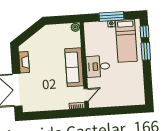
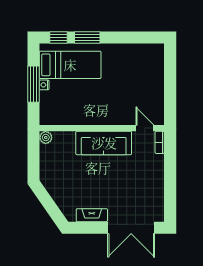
desk: (98, 66) -> (105, 109), removed

